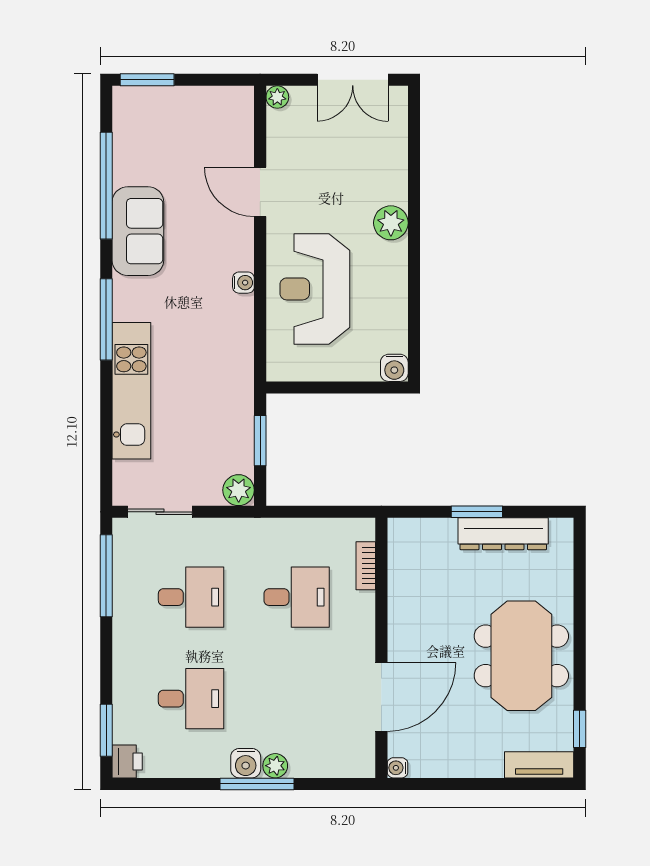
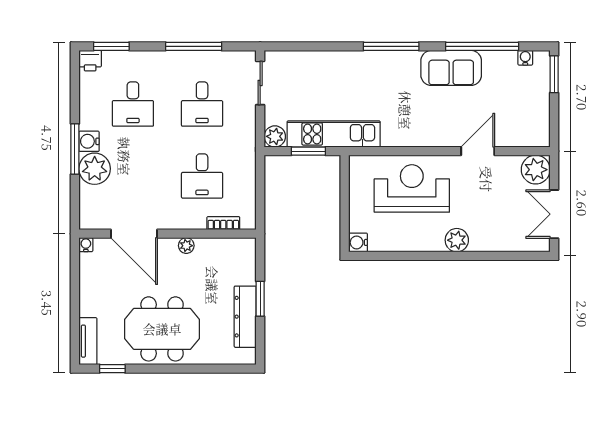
plant: (277, 97) -> (536, 170), width x1.88, depth x1.88
water cooler: (243, 283) -> (525, 58), moved, turned 180
kitchen unit: (131, 391) -> (334, 134), moved, turned 180
window: (106, 576) -> (194, 46), moved
plant: (399, 620) -> (186, 246), added
plant: (275, 766) -> (95, 169), width x1.87, depth x1.87

